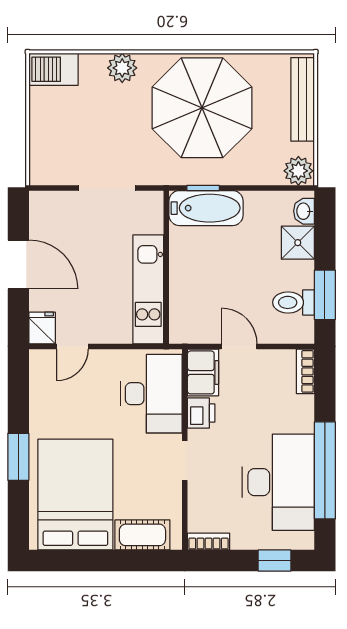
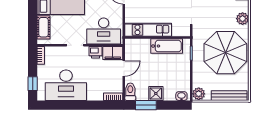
bathtub: (206, 208) -> (167, 46), moved, turned -90
shower: (298, 243) -> (156, 93), moved
toilet: (293, 302) -> (130, 92), moved
window: (325, 470) -> (71, 105), removed

